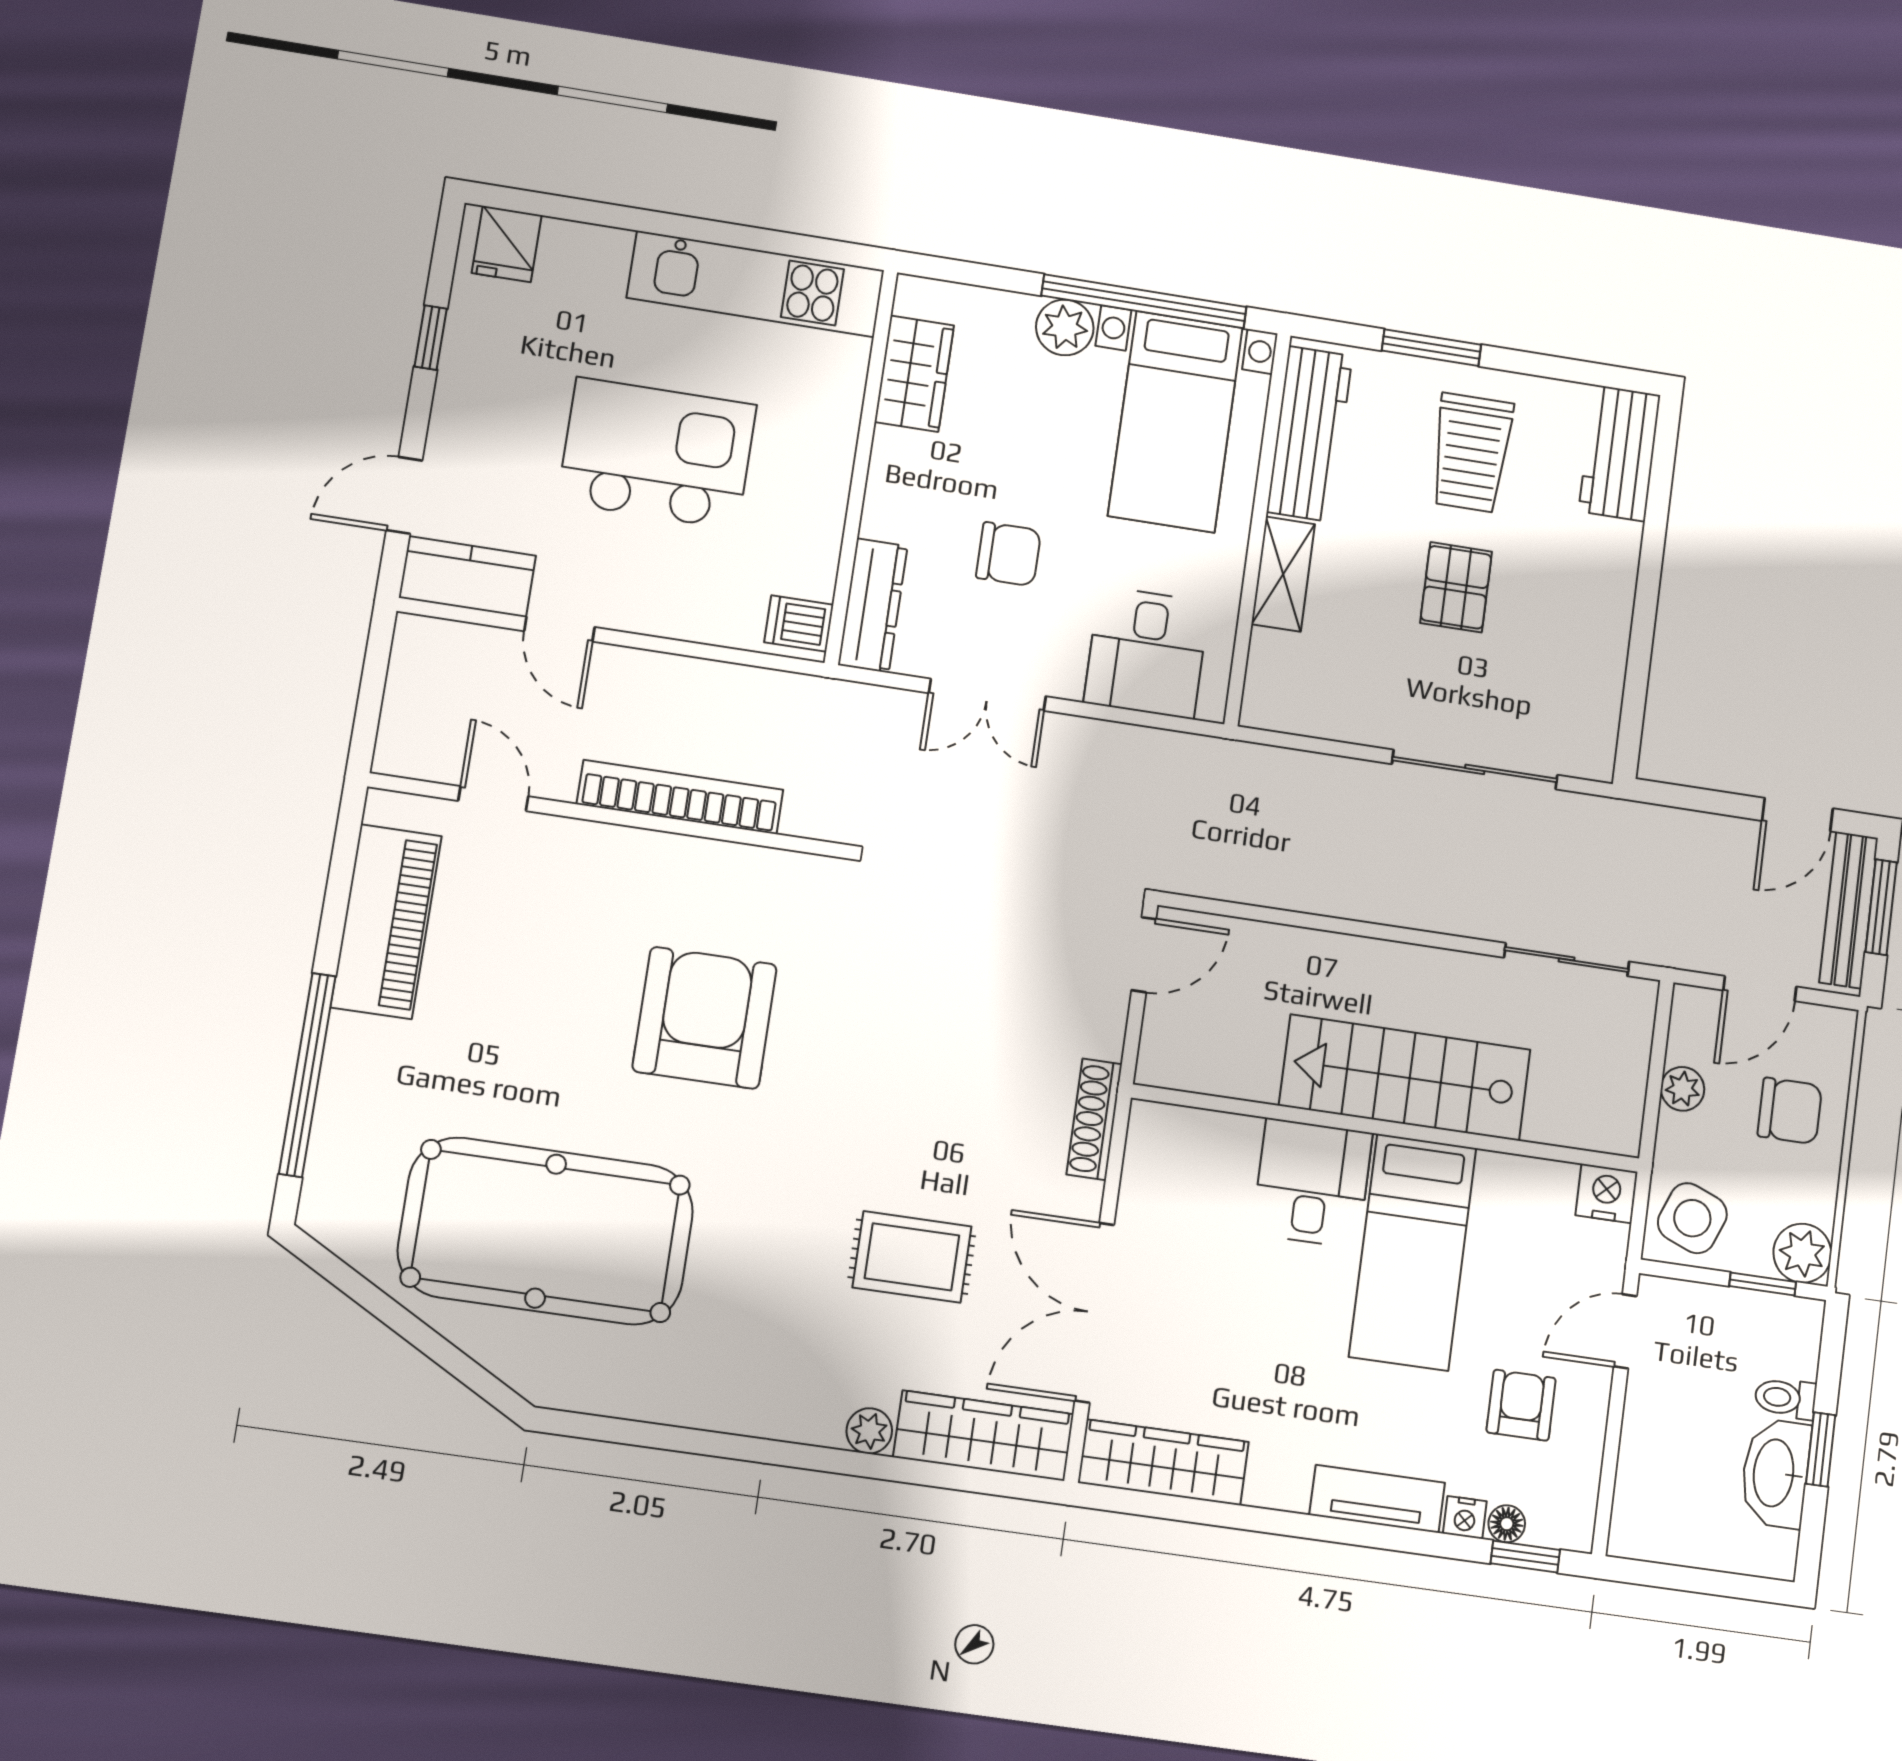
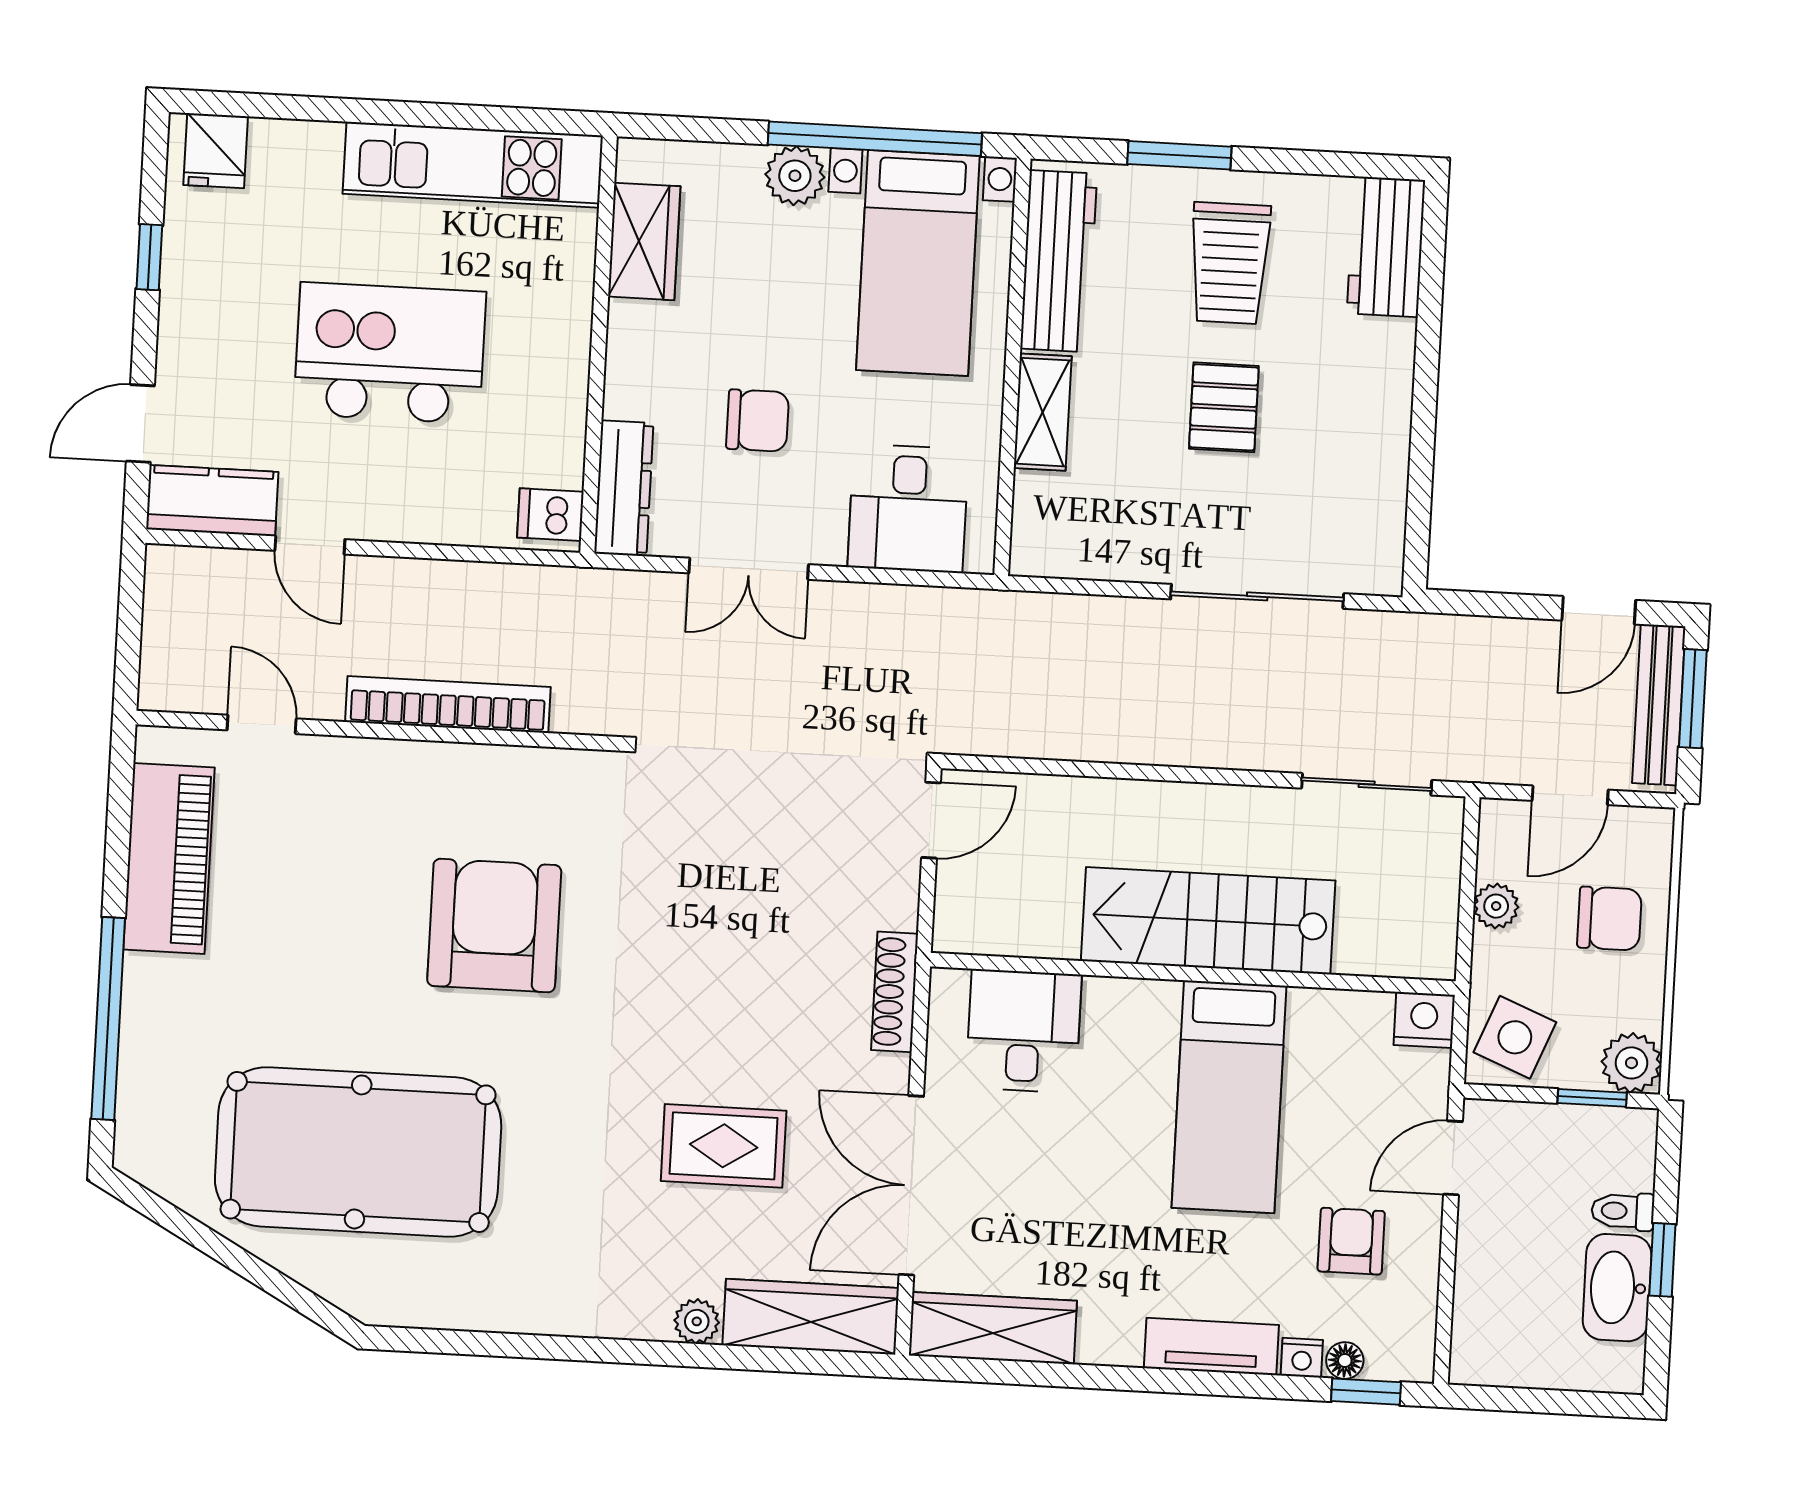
desk: (1312, 1183) -> (1024, 1031), moved

